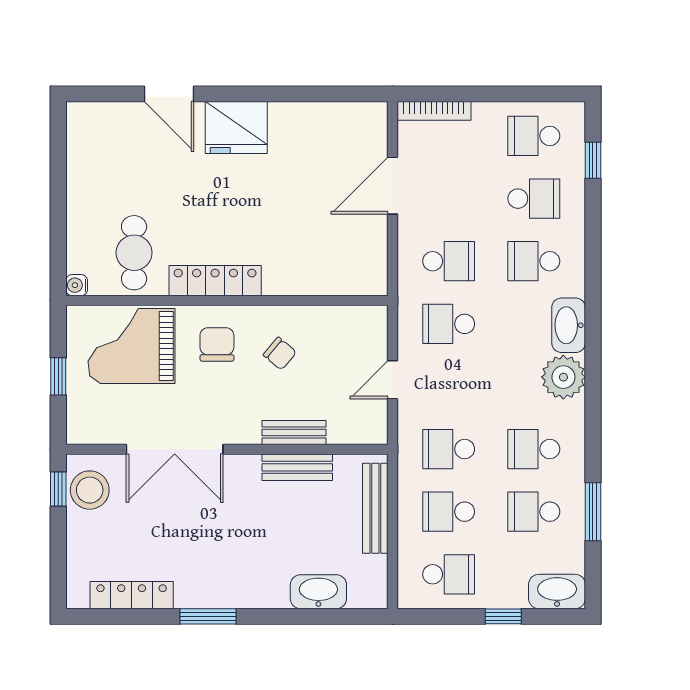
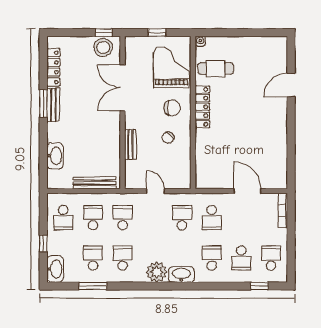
fridge: (236, 128) -> (275, 117), removed
bench: (297, 467) -> (53, 105), moved

